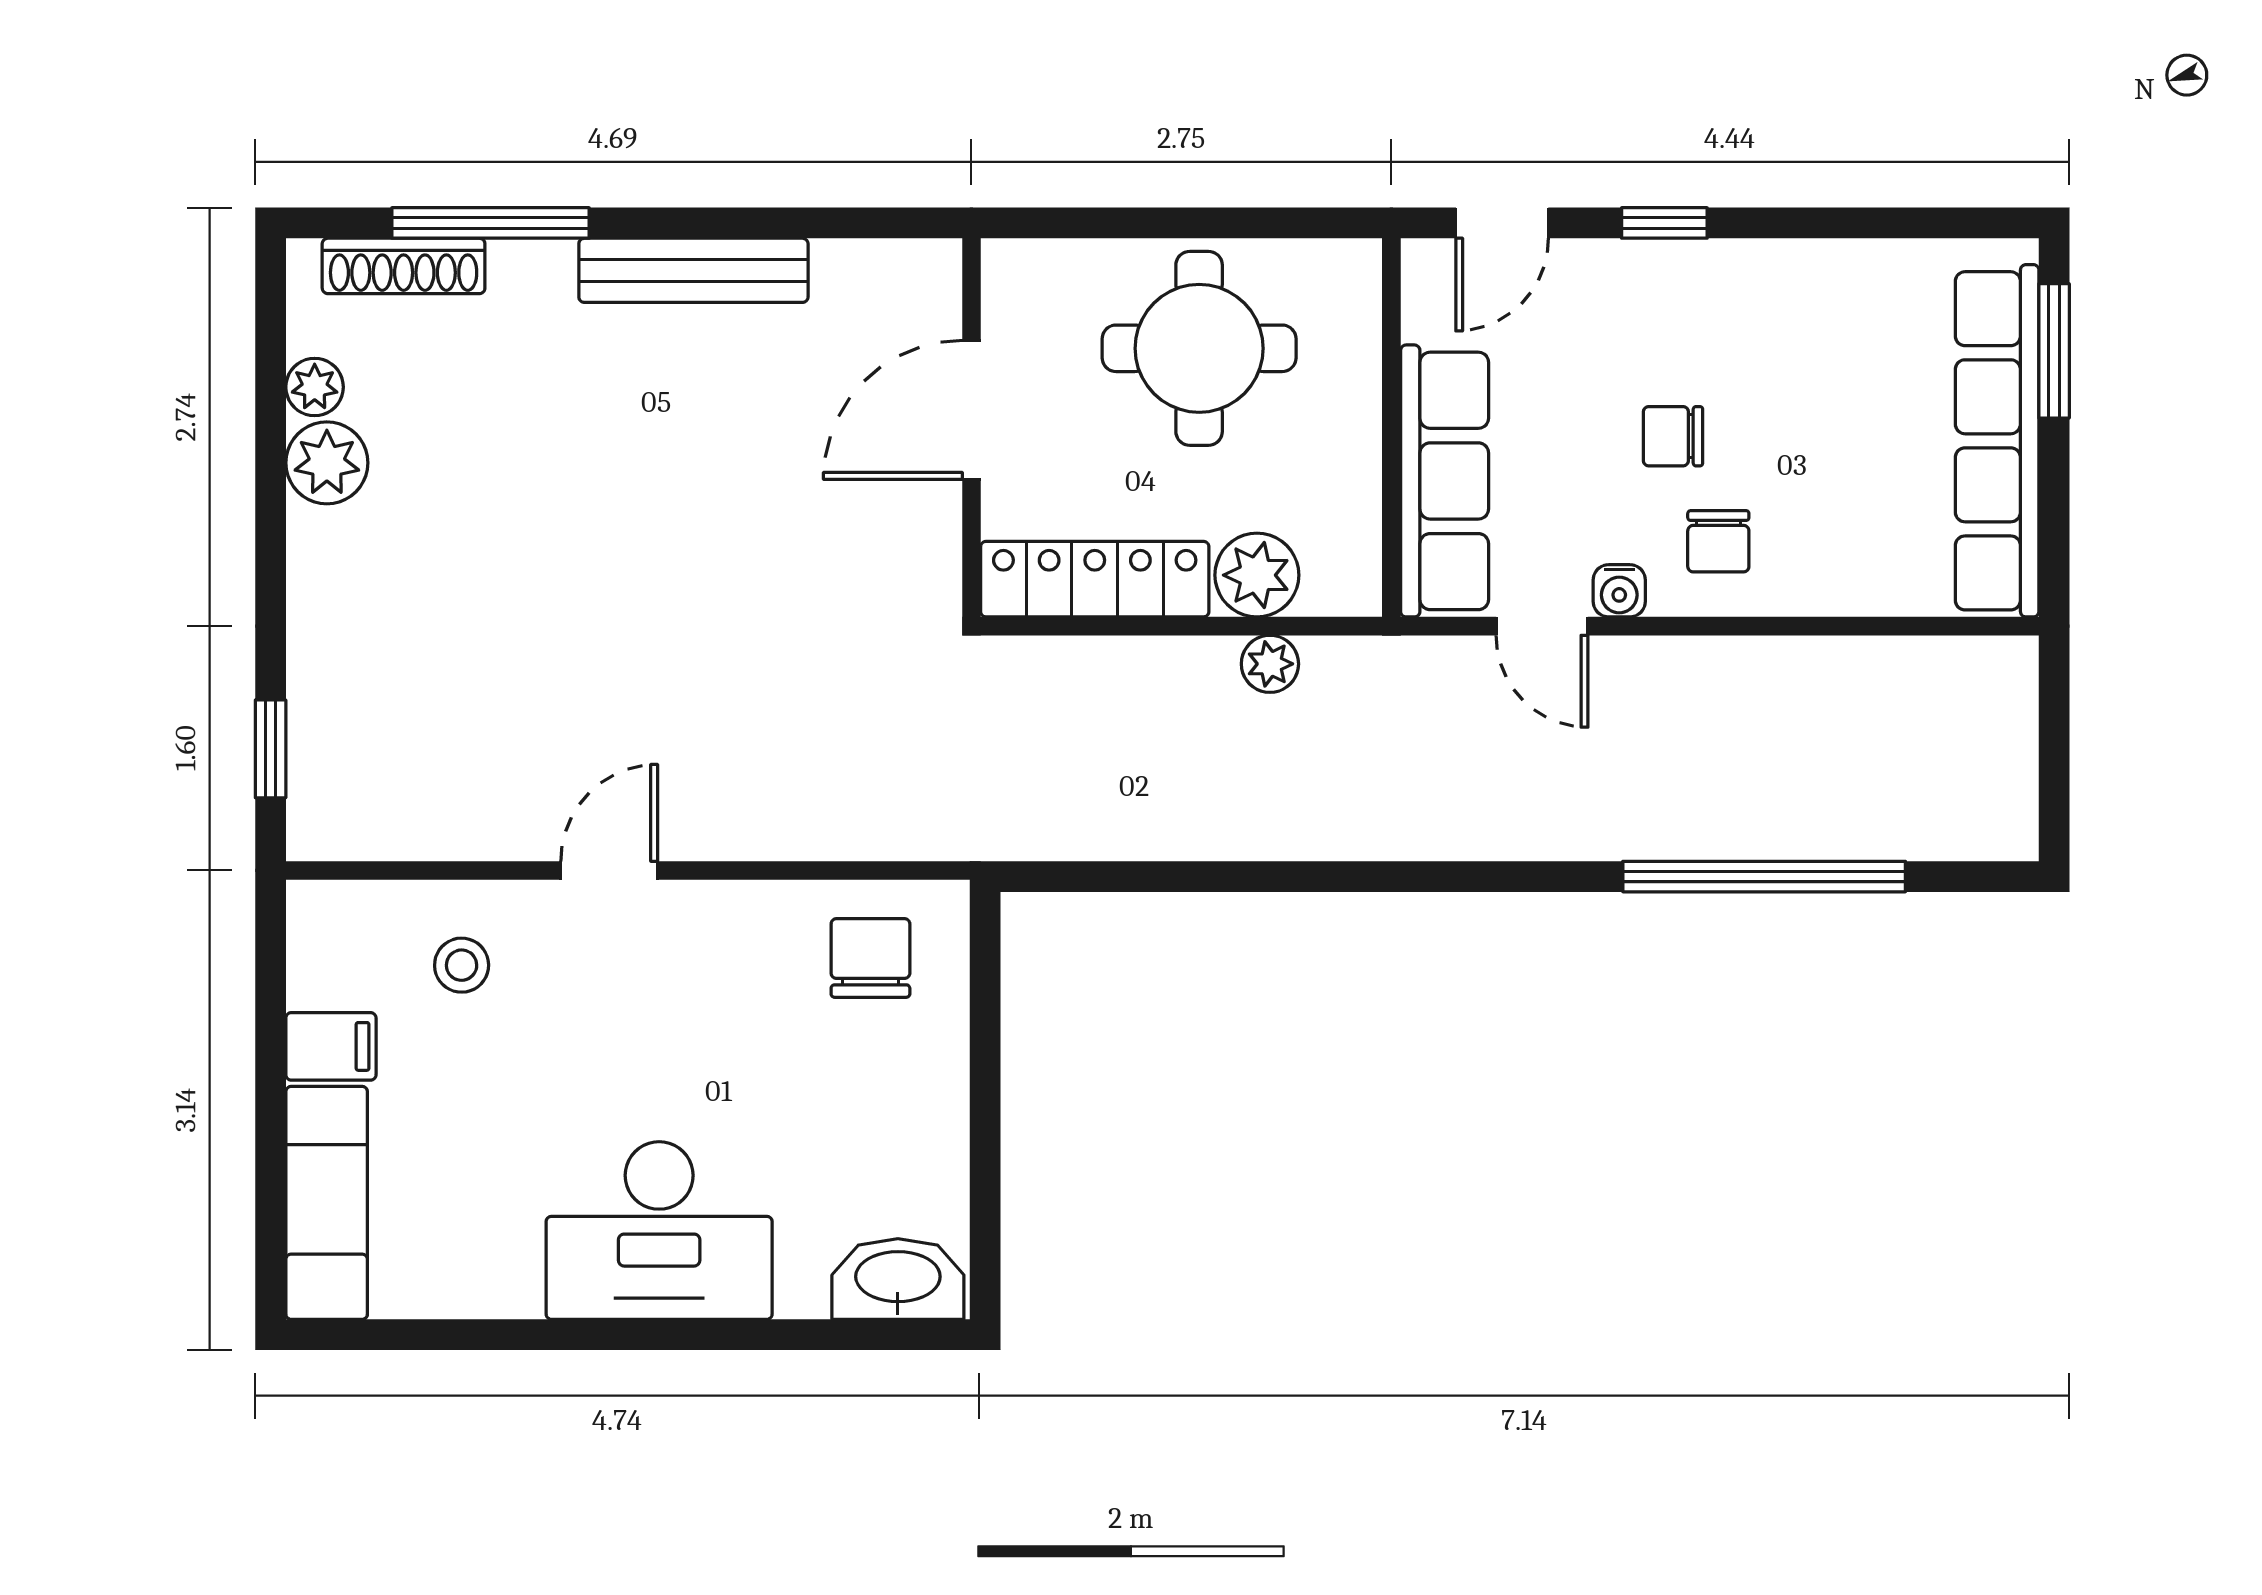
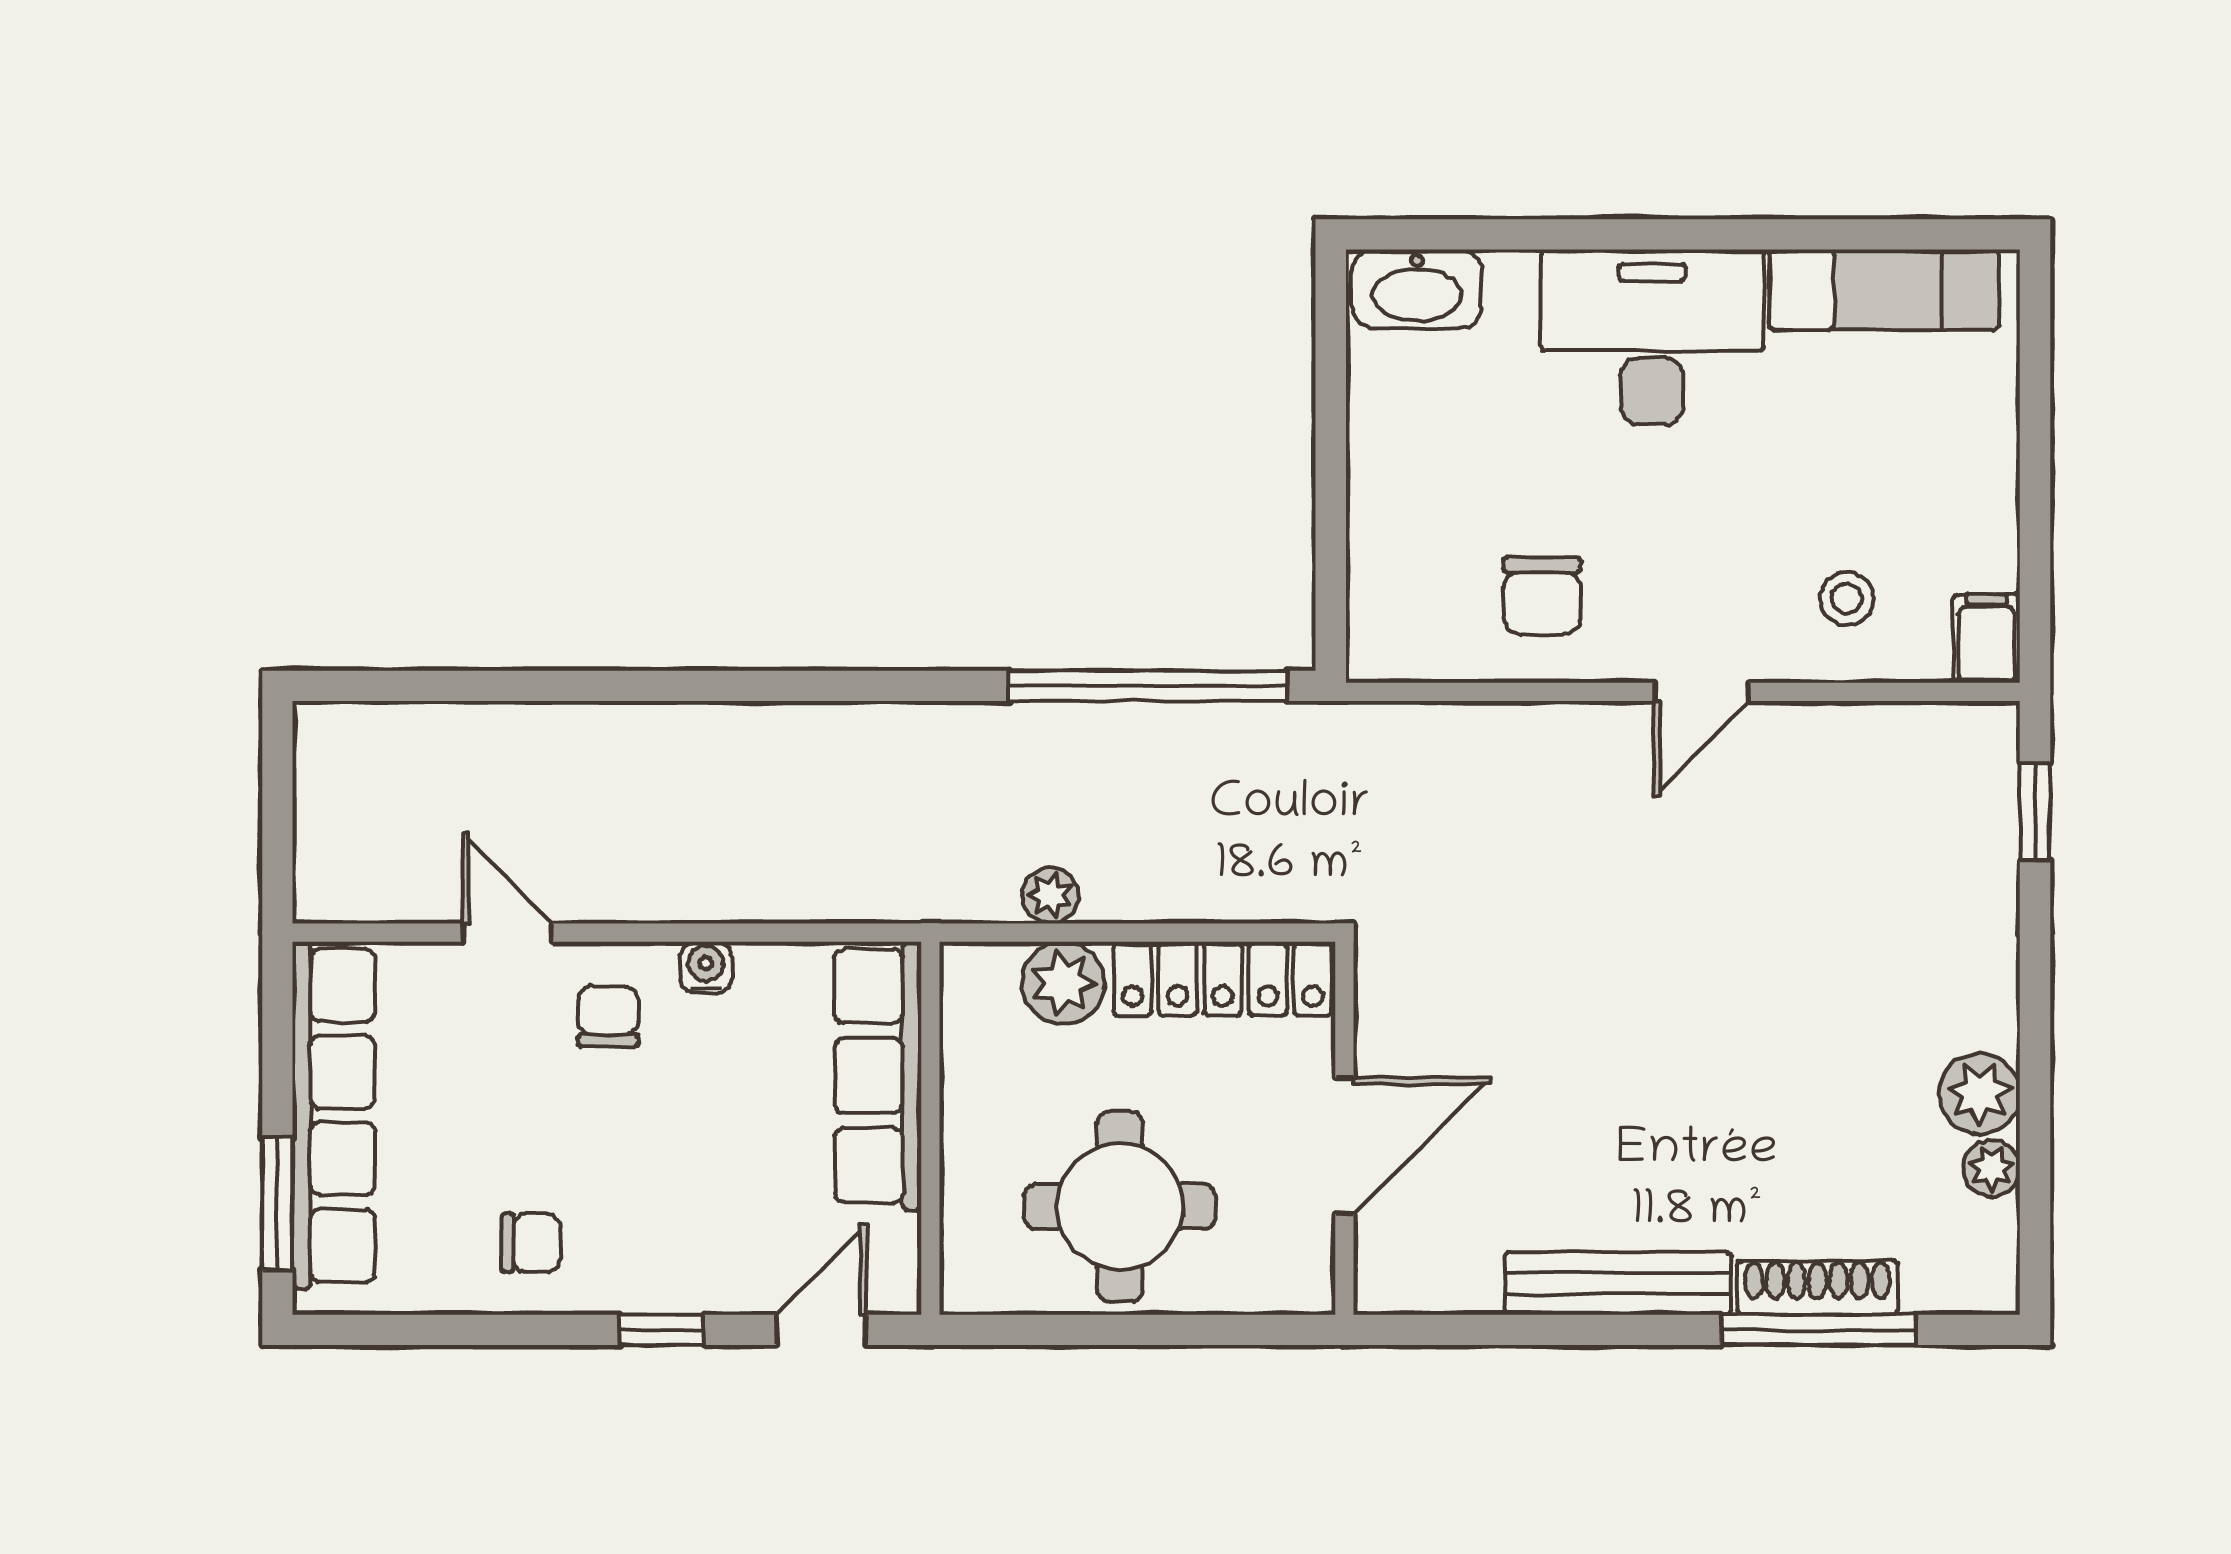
shoe rack: (404, 266) -> (1817, 1288), moved
chair: (1673, 436) -> (531, 1243), moved
door: (1542, 626) -> (507, 933), moved
window: (1764, 877) -> (1148, 686), moved
chair: (870, 958) -> (1542, 596), moved
filing cabinet: (331, 1046) -> (1987, 638), moved, turned 90
exam couch: (327, 1203) -> (1884, 290), moved, turned -90

